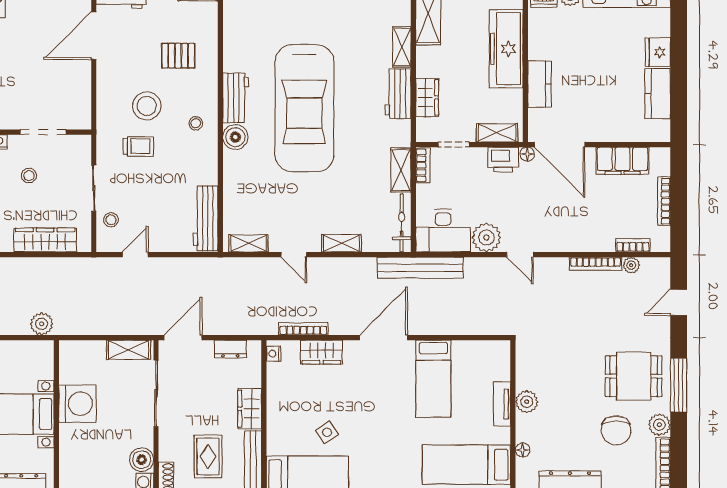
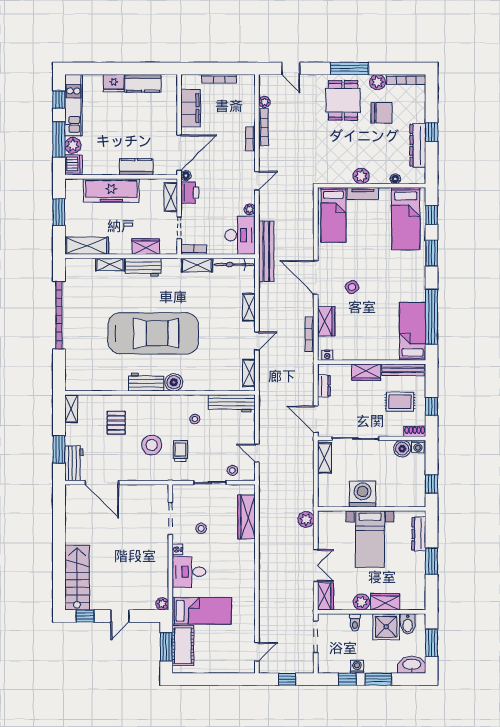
stool: (196, 123) -> (195, 419), moved
plant: (486, 237) -> (250, 209), width x0.53, depth x0.53
bookcase: (633, 245) -> (250, 139), moved
bed: (433, 379) -> (333, 215), moved, turned 90
side table: (327, 432) -> (352, 287), moved

